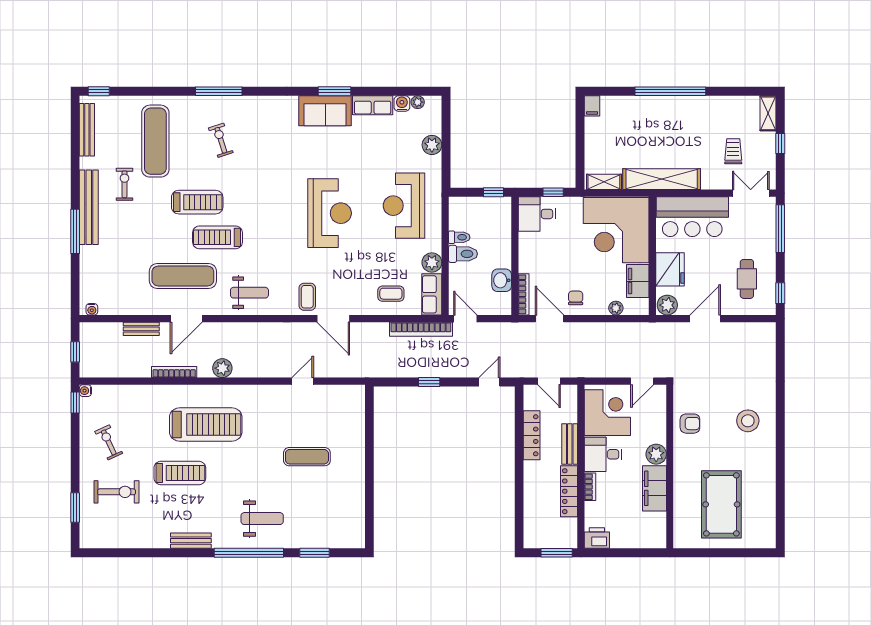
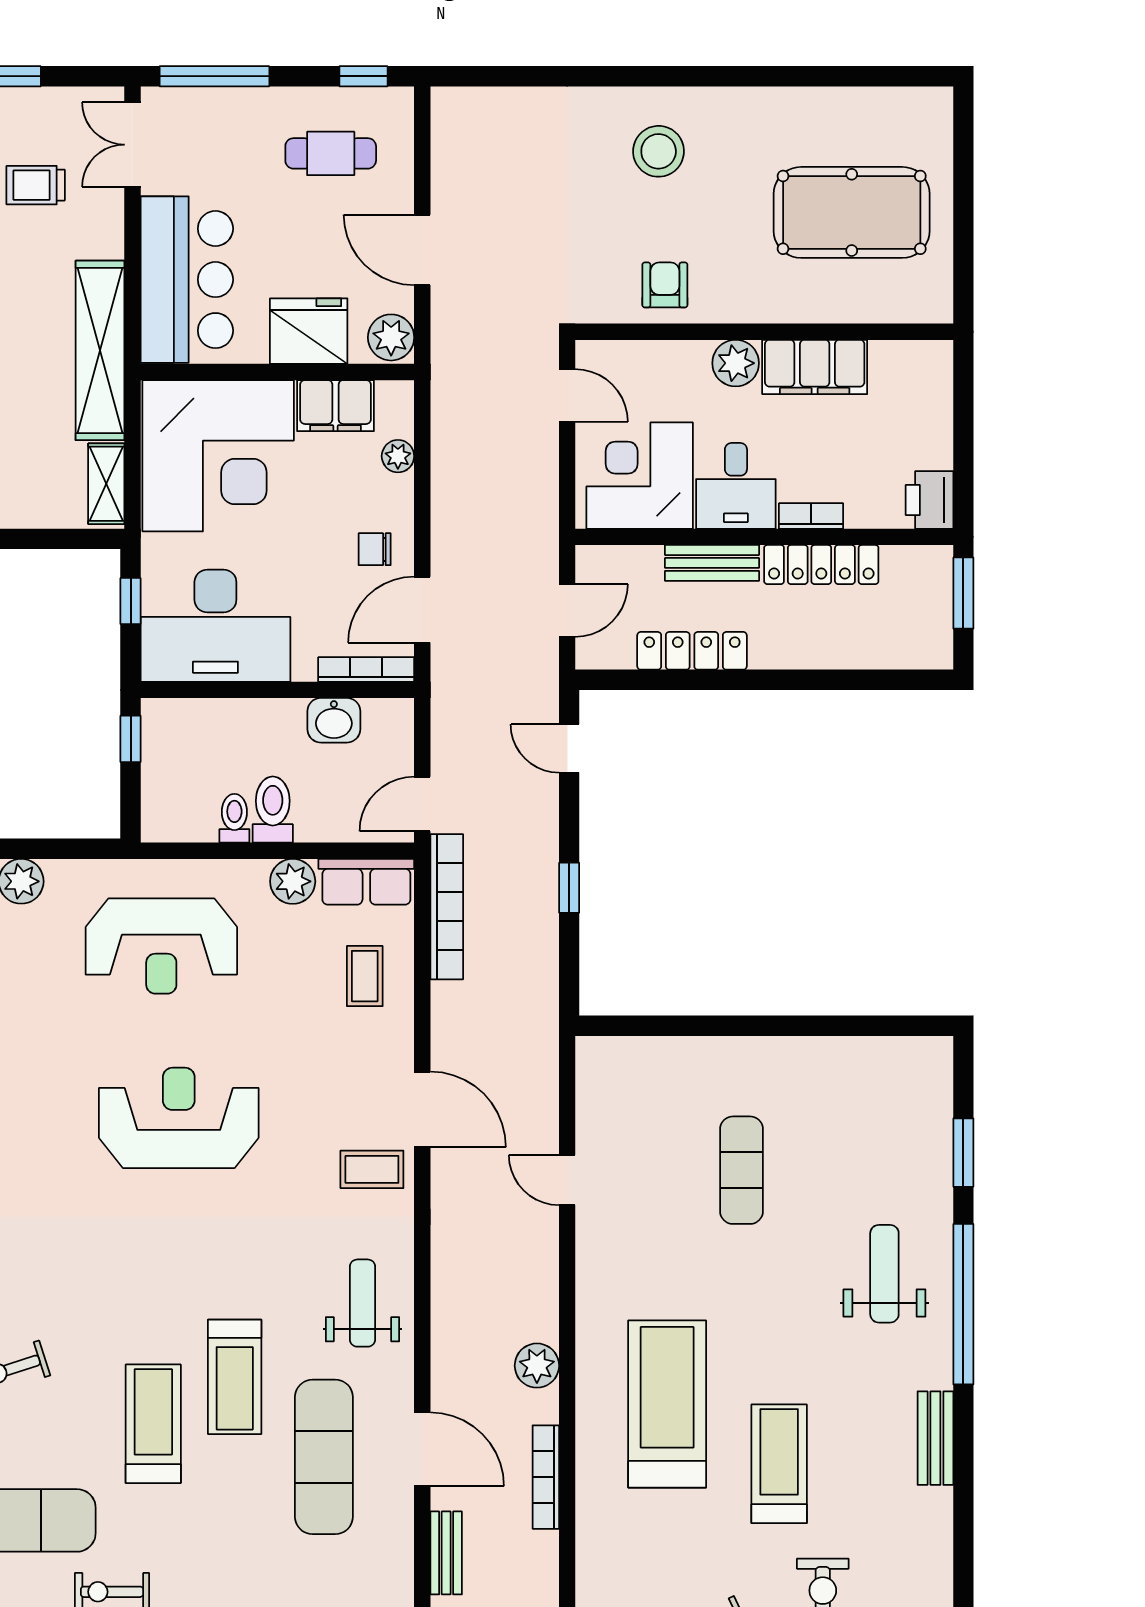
desk: (537, 214) -> (215, 626), width x1.87, depth x1.30
door: (333, 319) -> (422, 1109), hinge flipped

